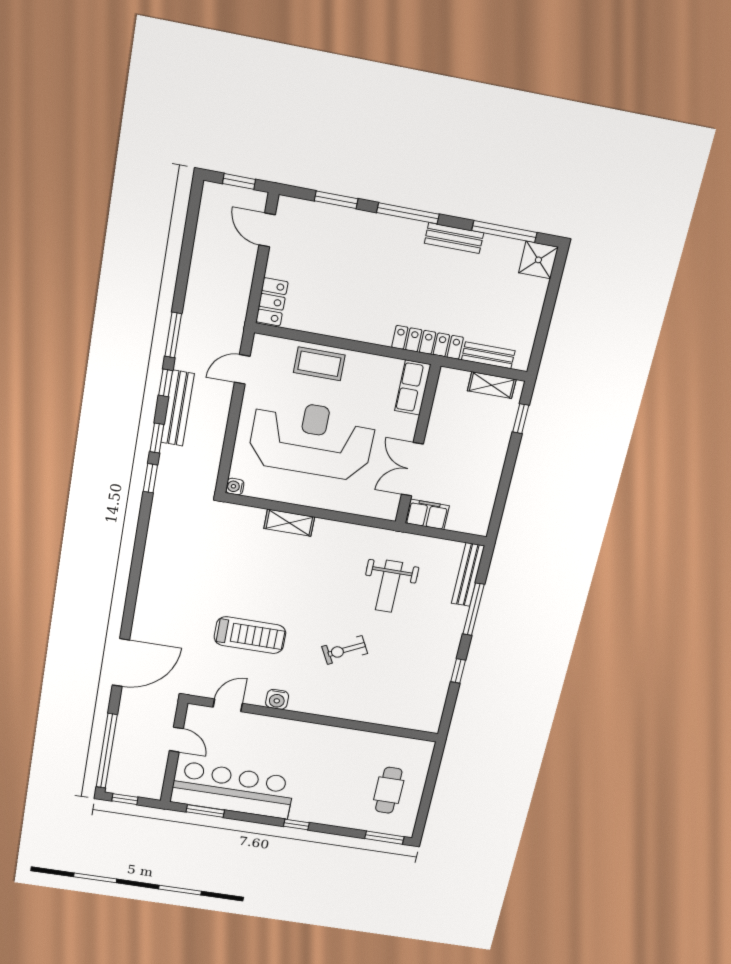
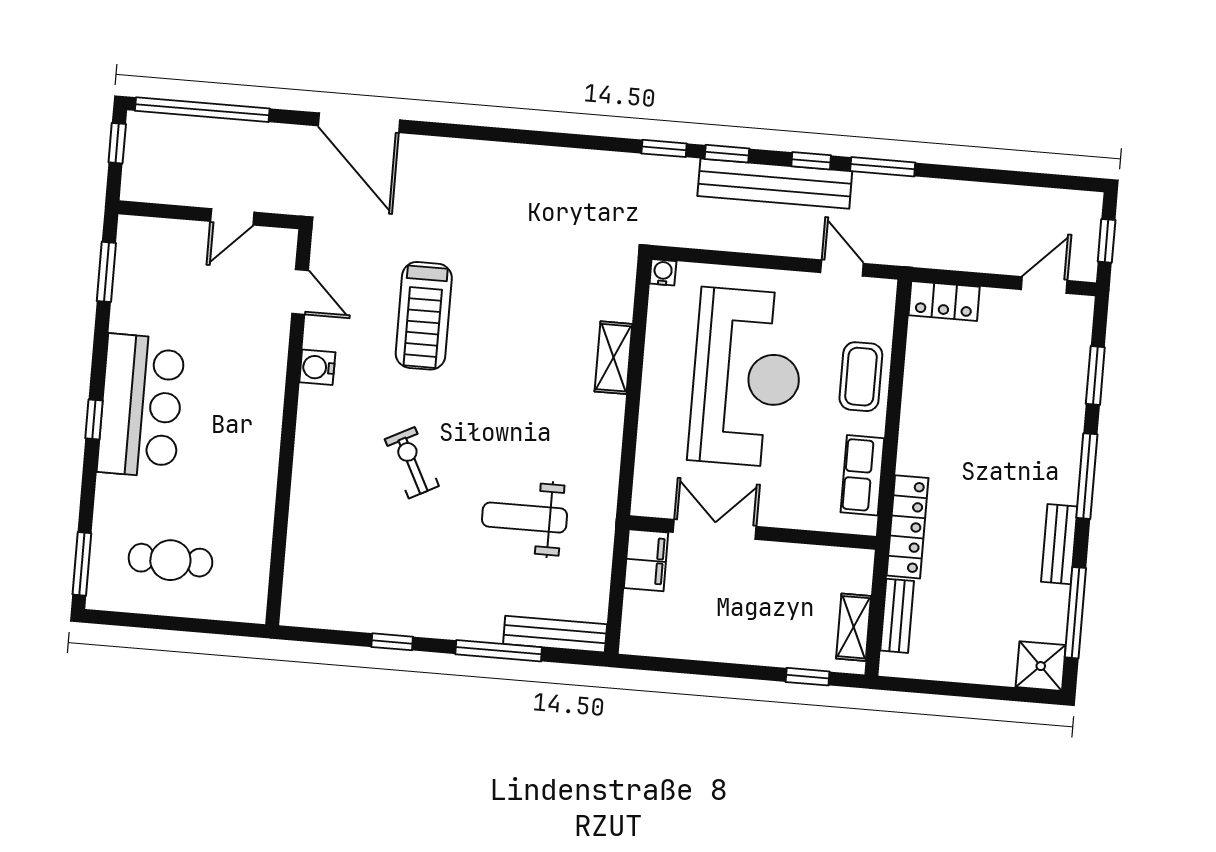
row of seats: (413, 388) -> (862, 475), moved, turned -90
bench: (178, 408) -> (775, 184), width x1.37, depth x1.21
bar counter: (233, 790) -> (141, 406), moved, width x0.73

